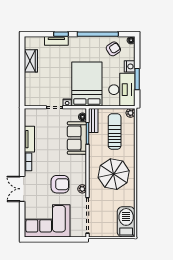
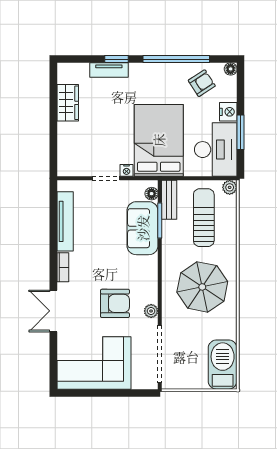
tv unit: (29, 139) -> (65, 221), width x1.41

